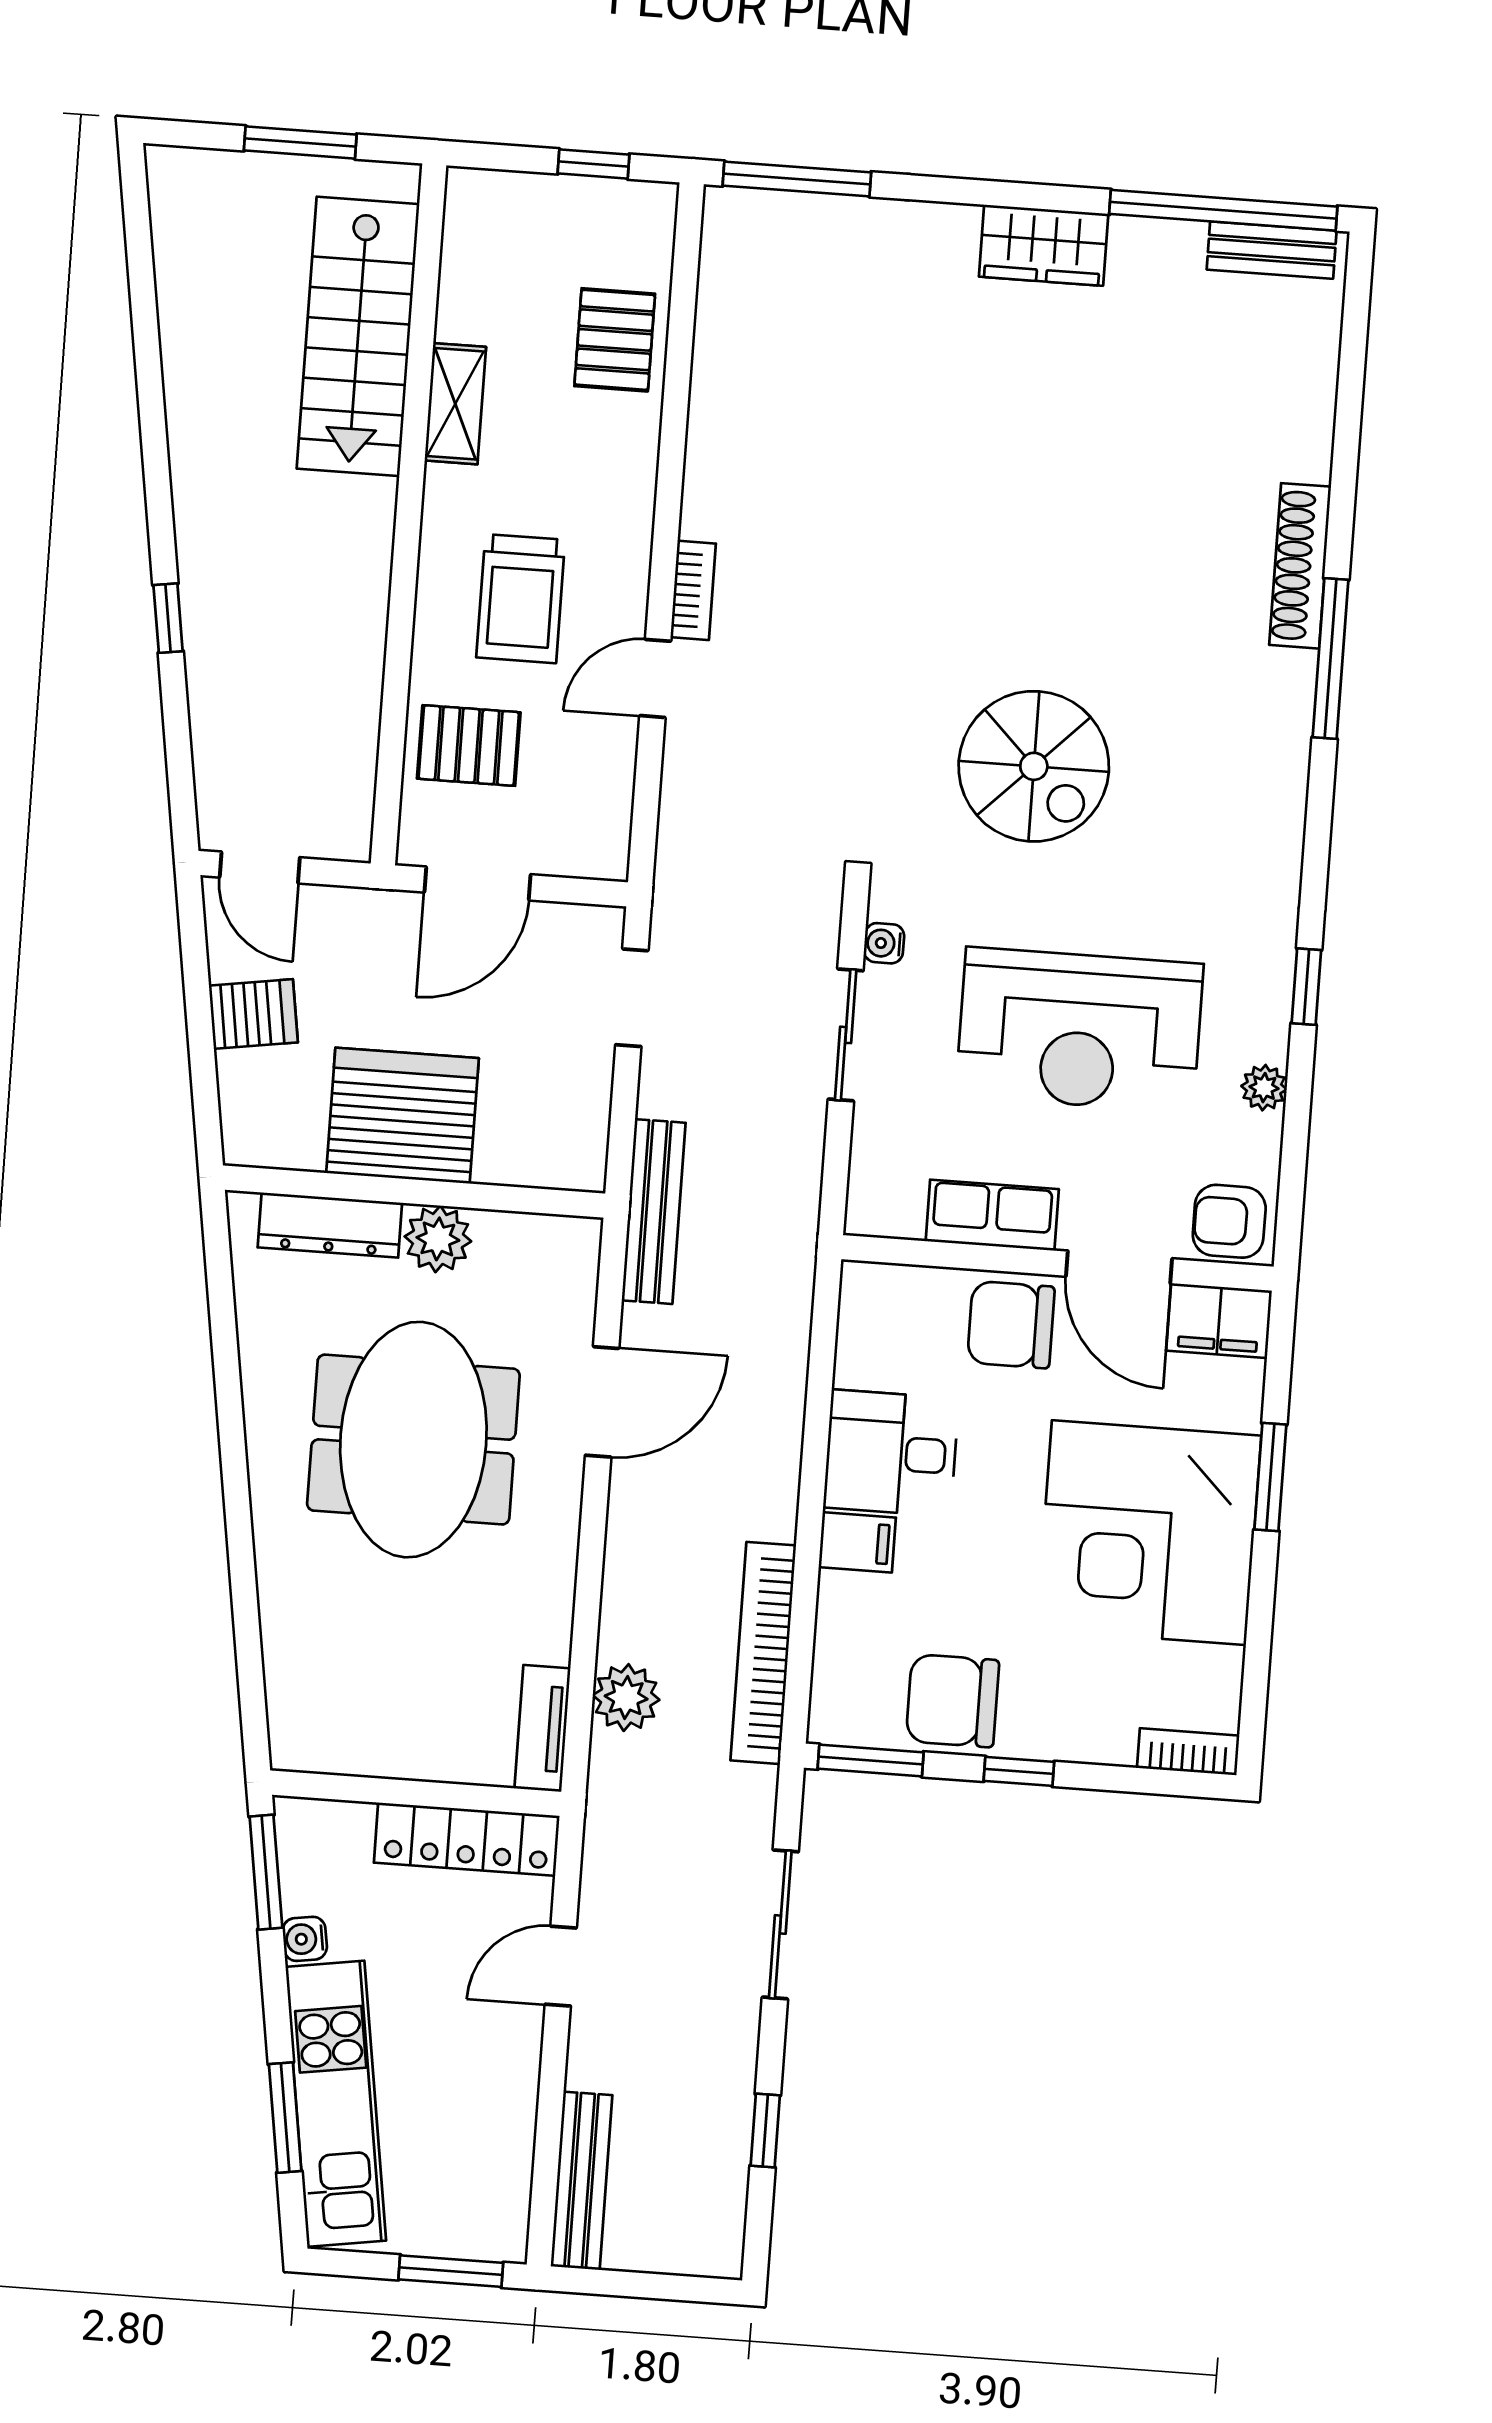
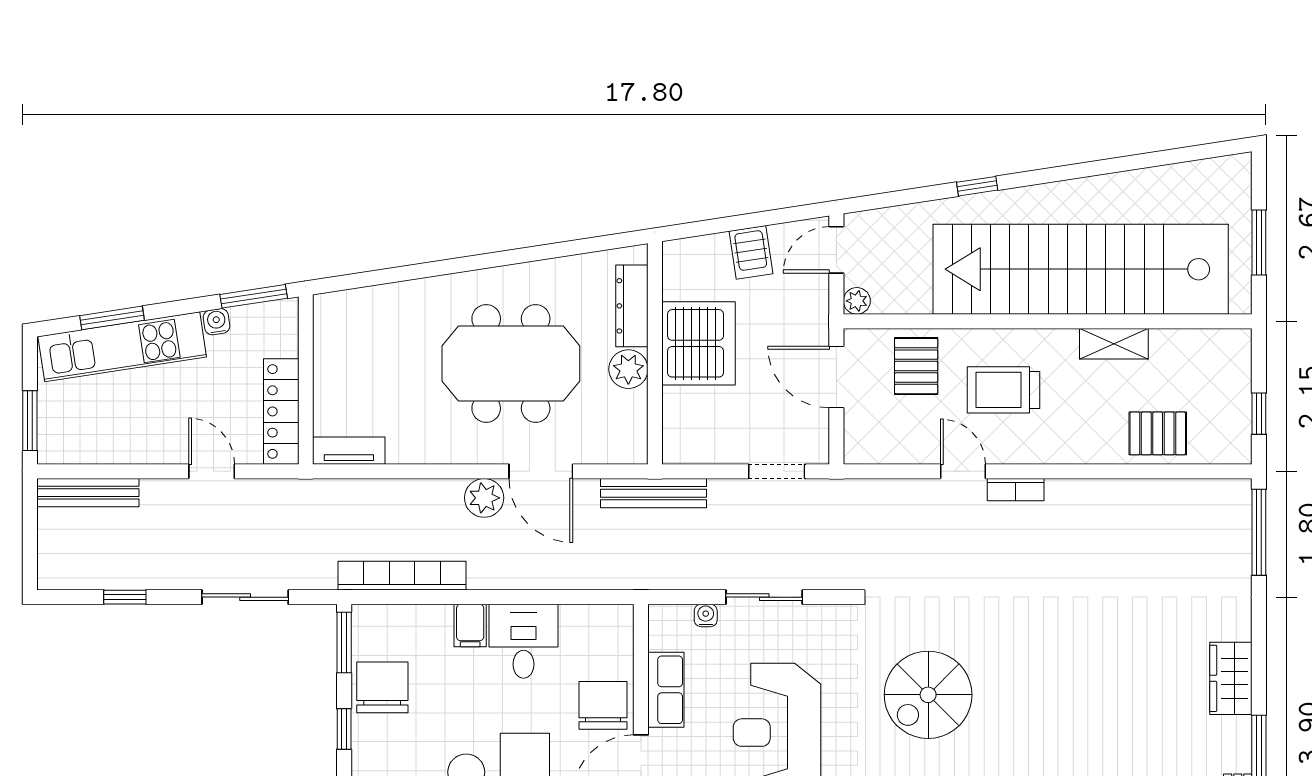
stairs: (358, 336) -> (1081, 269), width x1.86, depth x1.51
plant: (350, 839) -> (857, 301), added
water cooler: (884, 943) -> (706, 615), moved
plant: (626, 1698) -> (484, 498), moved

